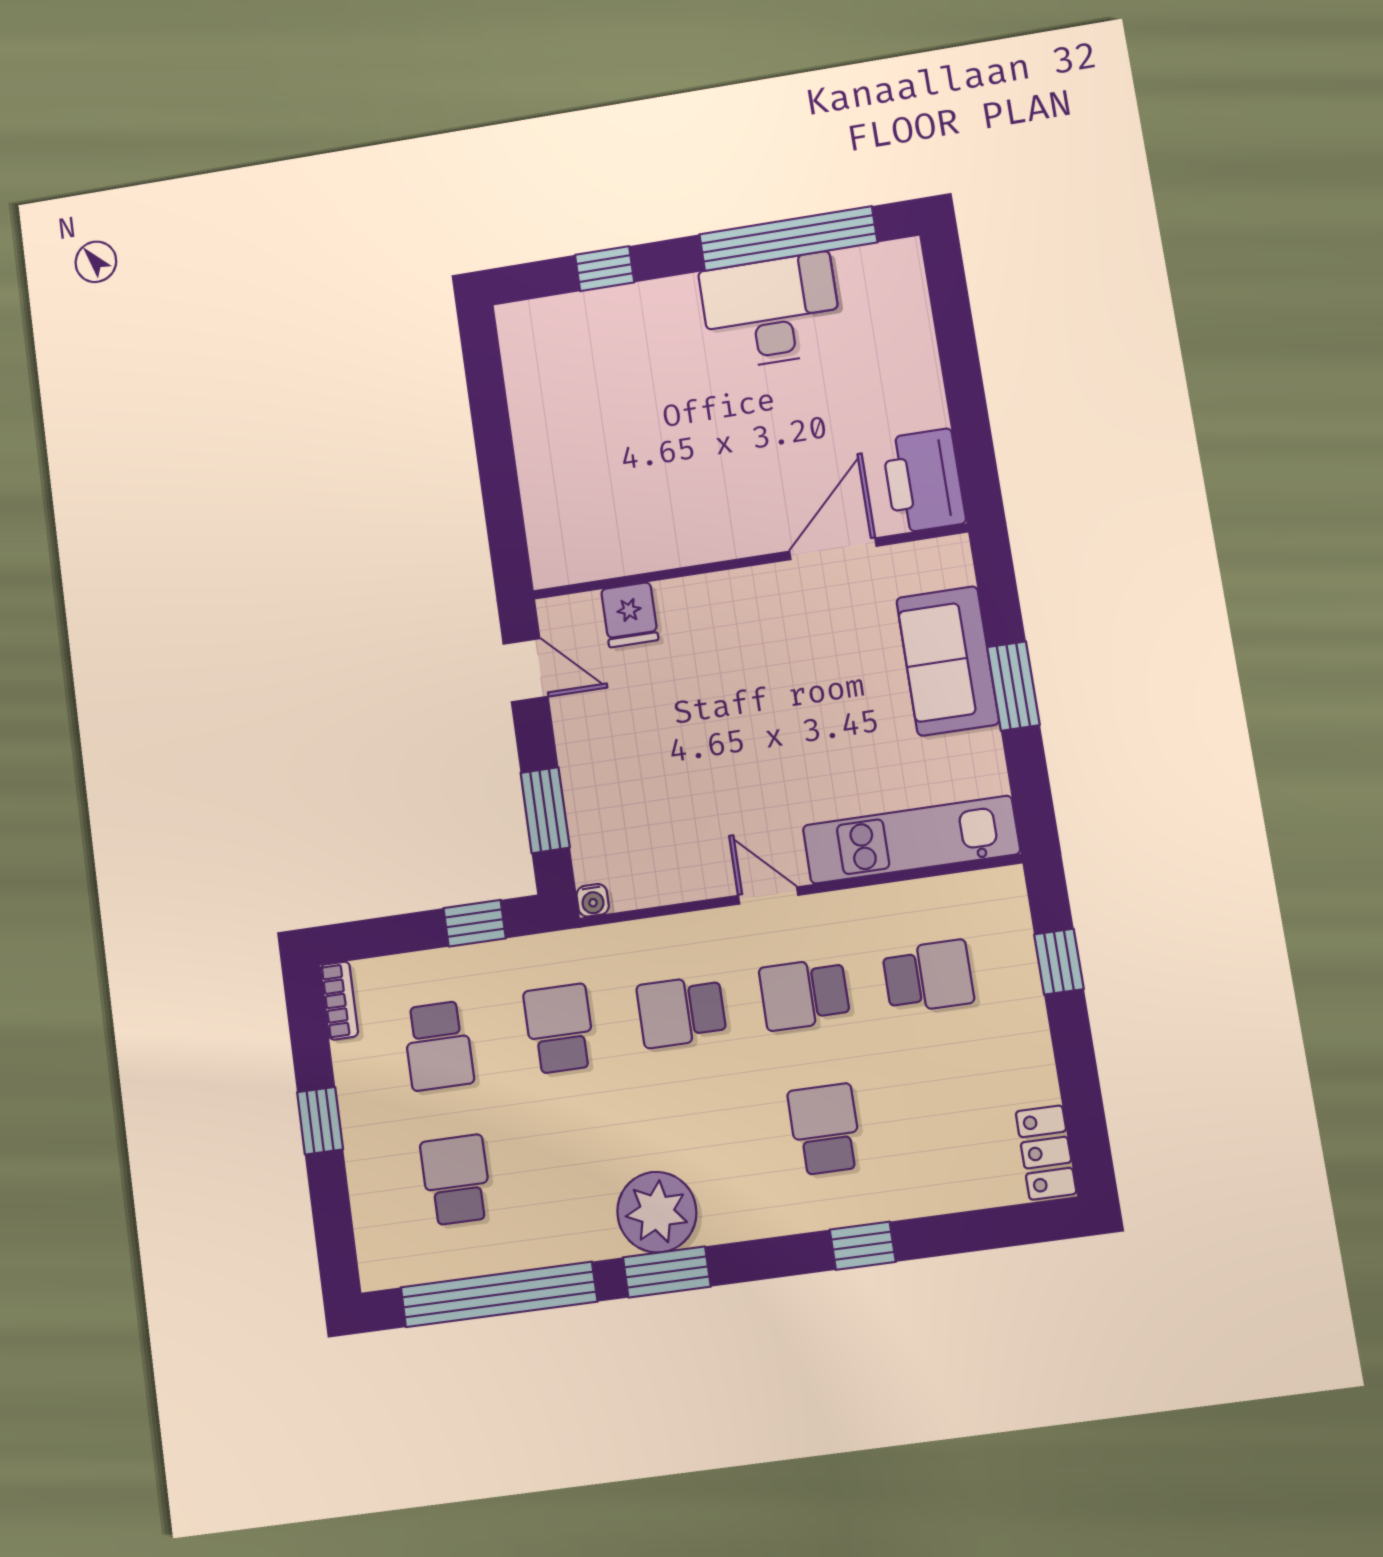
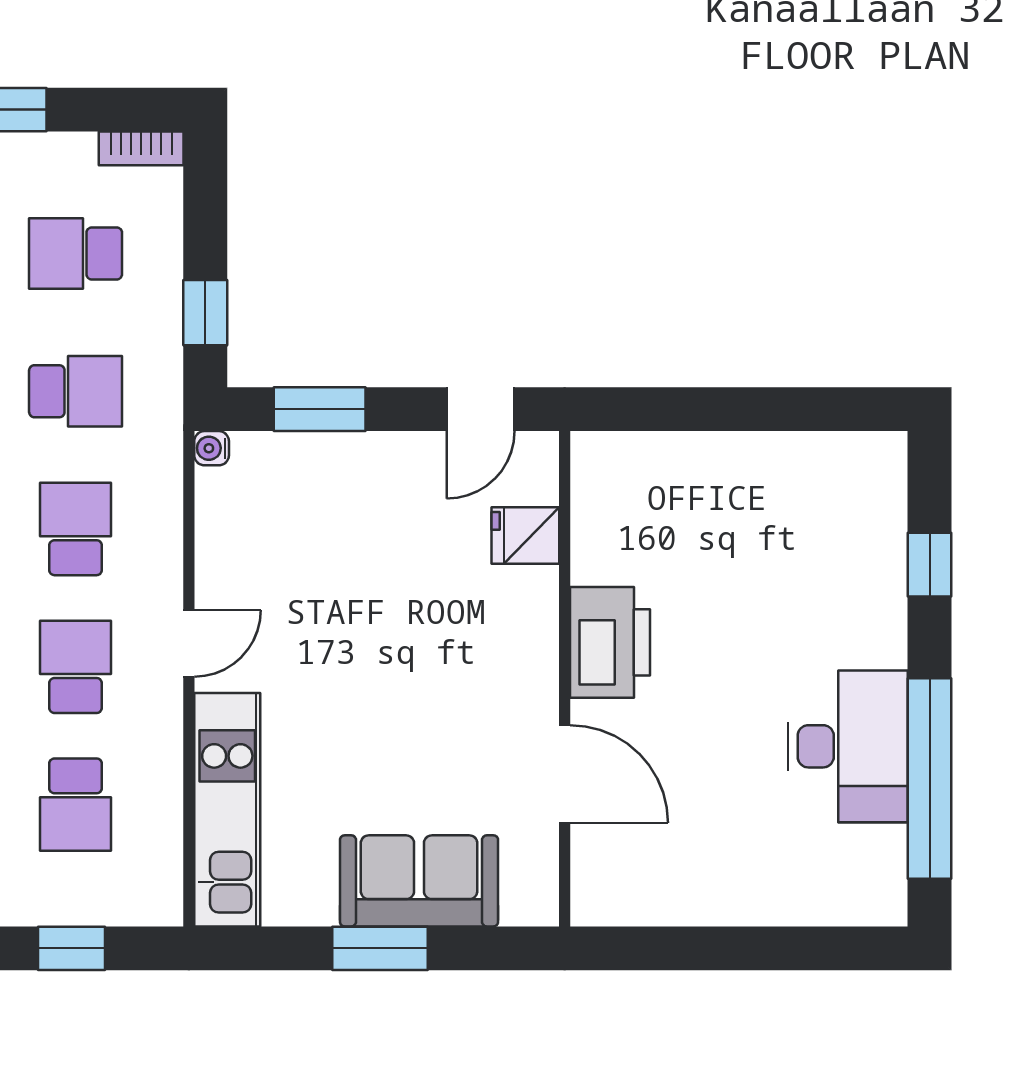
printer: (924, 481) -> (610, 642), moved, turned 90

